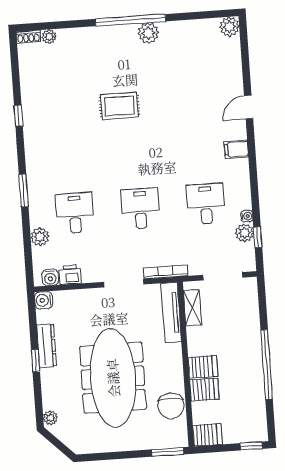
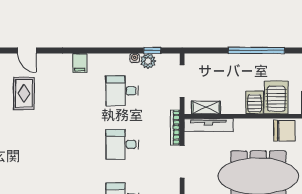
rug: (119, 106) -> (24, 93), moved
door: (249, 107) -> (27, 51), moved
server rack: (204, 390) -> (276, 97), width x1.36, depth x1.44

